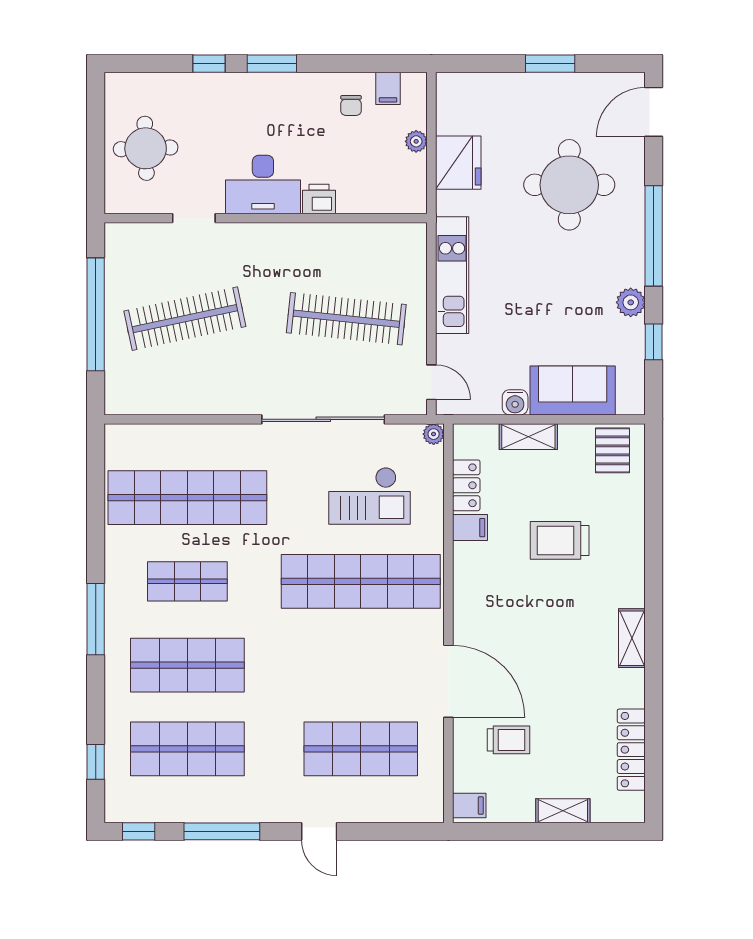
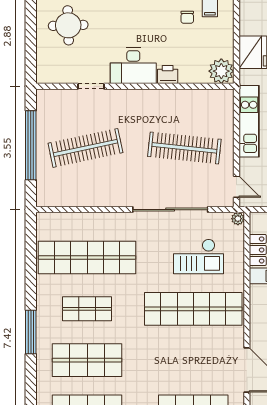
plant: (416, 141) -> (221, 71), moved, width x1.87, depth x1.87
round table: (146, 148) -> (68, 25), moved

